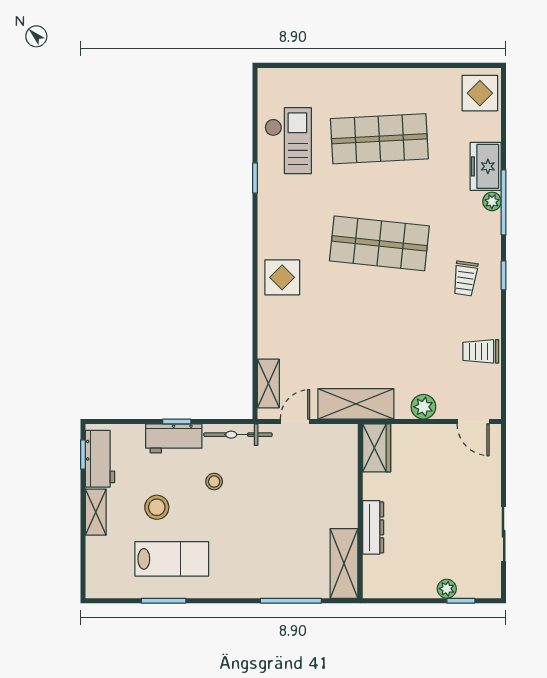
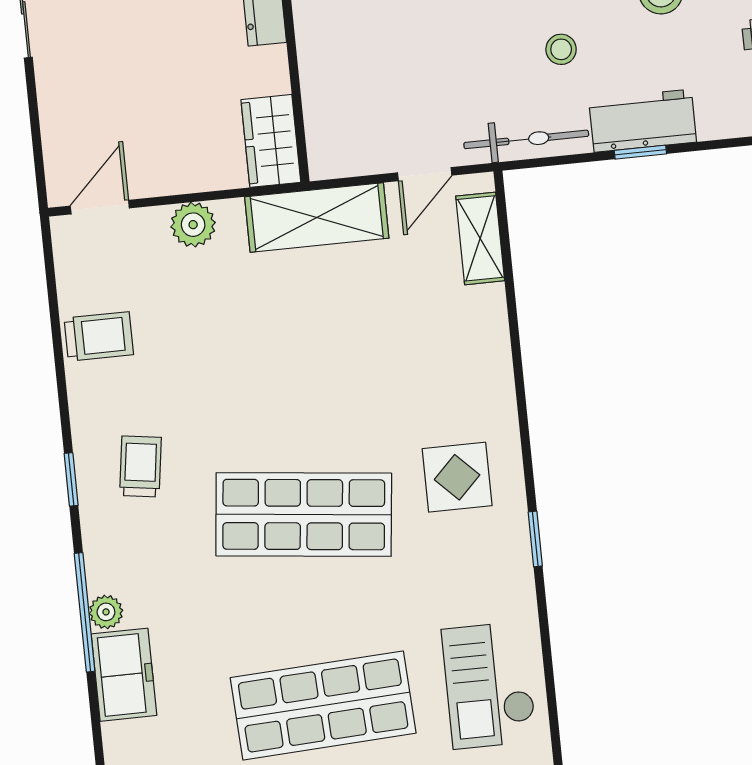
window: (255, 178) -> (535, 539), moved
display table: (282, 277) -> (457, 477), moved
door: (473, 421) -> (100, 207), hinge flipped

